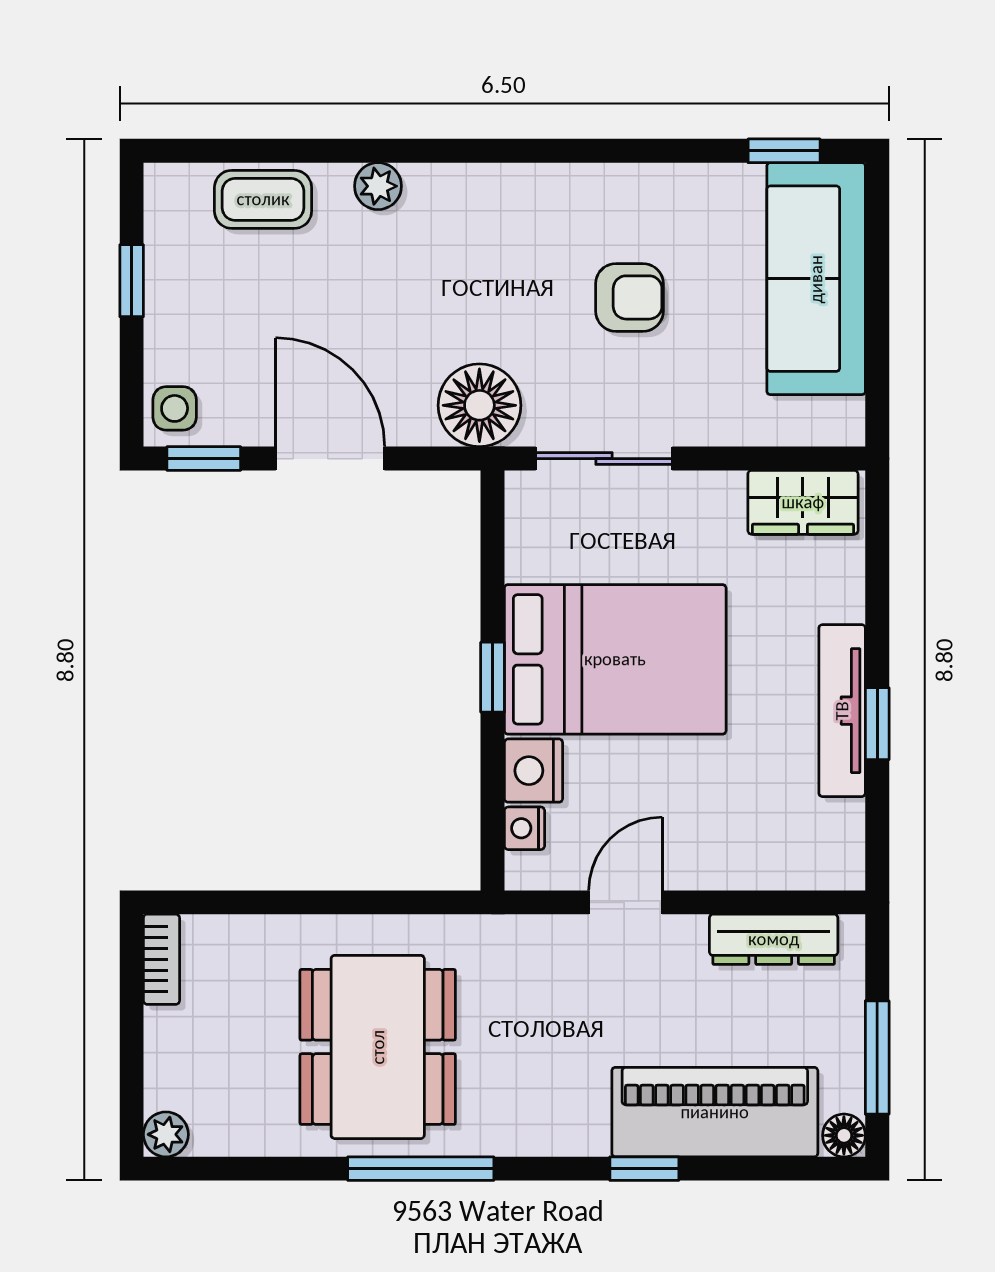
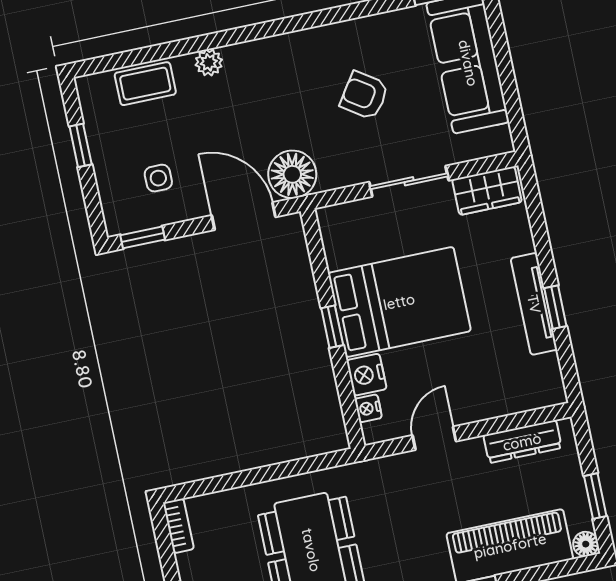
armchair: (629, 297) -> (364, 95), turned -146
side table: (175, 408) -> (158, 178), moved
door: (330, 459) -> (244, 216), moved
sliding door: (604, 459) -> (409, 181), moved
window: (877, 1058) -> (595, 496), width x0.67

